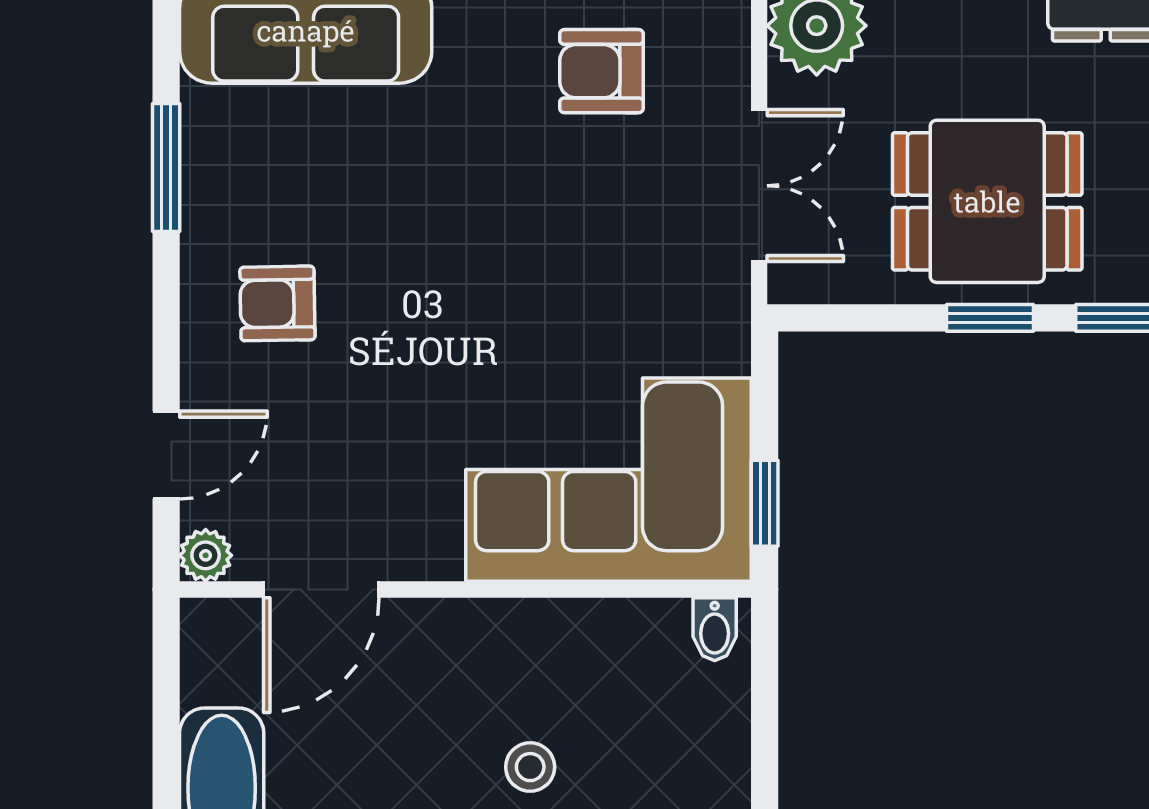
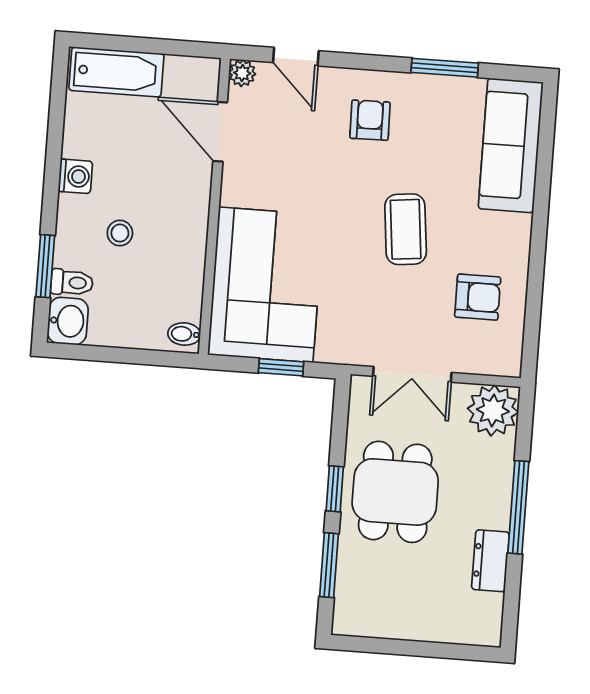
armchair: (601, 71) -> (478, 297), turned 90
coffee table: (482, 219) -> (406, 229), added
window: (765, 503) -> (281, 367), moved

